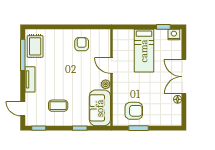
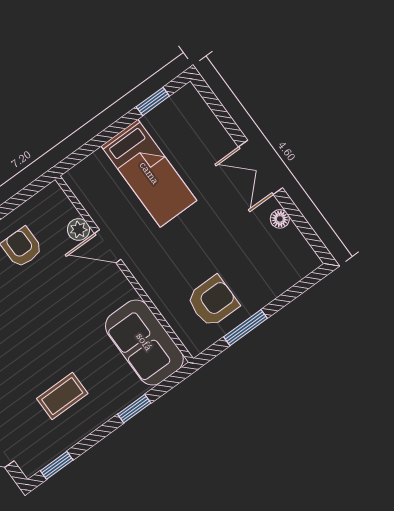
nightstand: (174, 35) -> (183, 101), removed
double door: (184, 77) -> (260, 167), width x0.73
plant: (106, 84) -> (79, 229), moved

